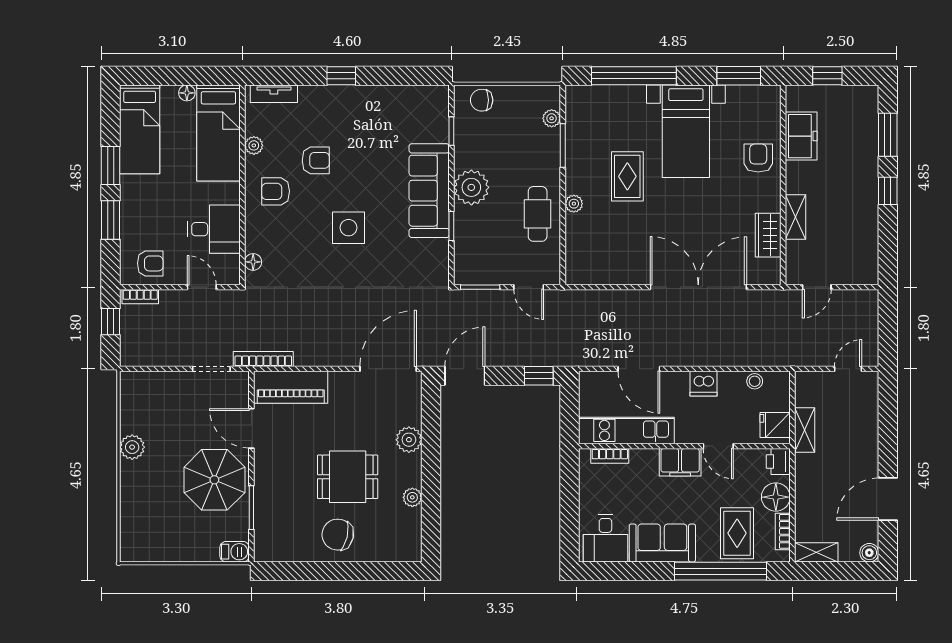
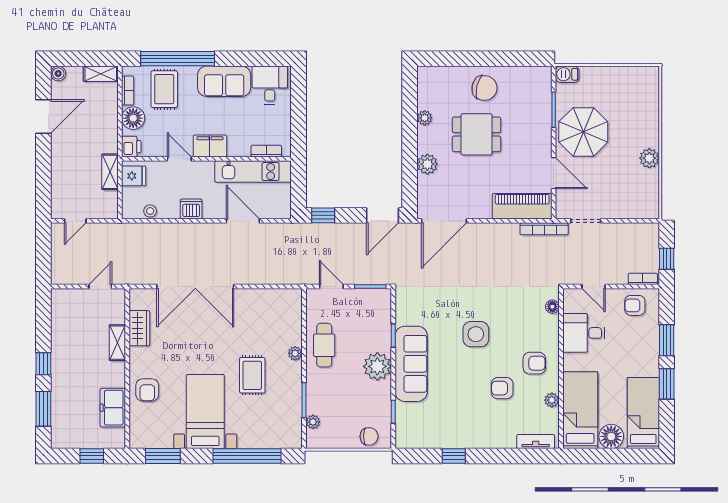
window: (341, 76) -> (454, 456), moved
floor lamp: (187, 93) -> (611, 436), width x1.89, depth x1.89

